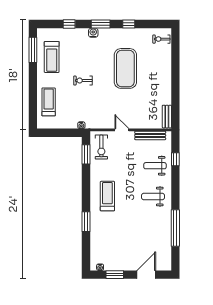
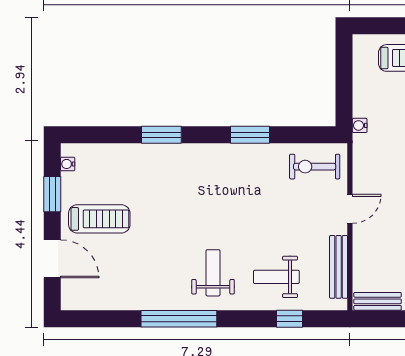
window: (86, 154) -> (250, 135), moved
weight bench: (155, 166) -> (276, 277), turned -90
treadmill: (107, 196) -> (99, 219), moved
window: (175, 228) -> (179, 319), moved

